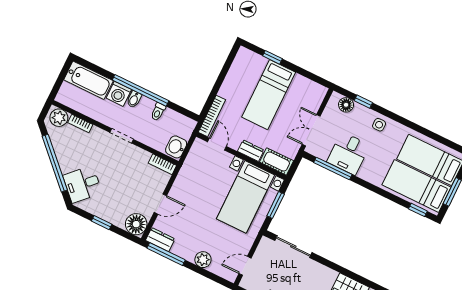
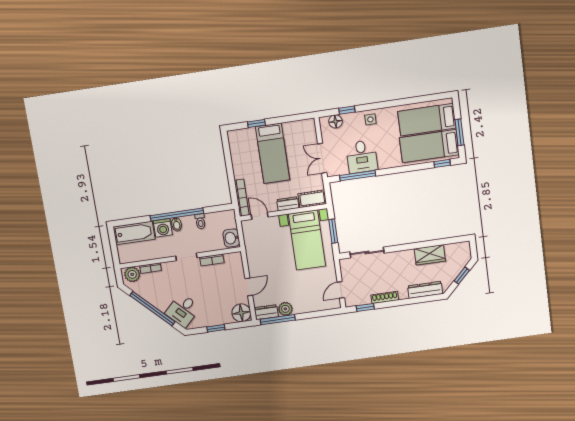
bookcase: (162, 164) -> (212, 260), moved
plant: (203, 260) -> (285, 309), moved

